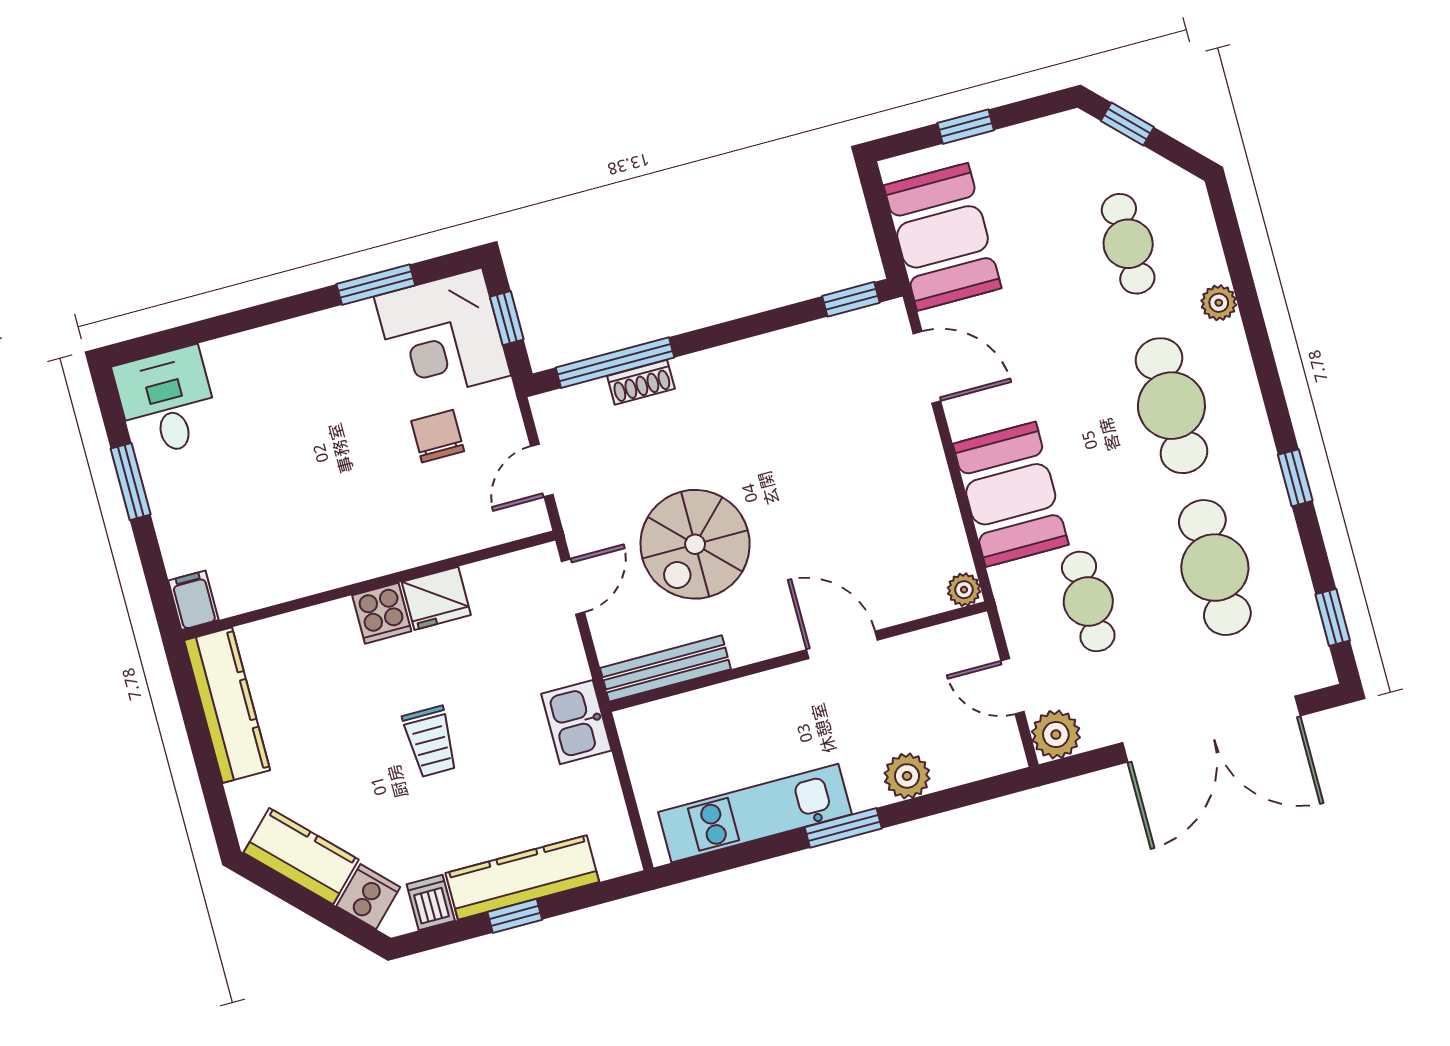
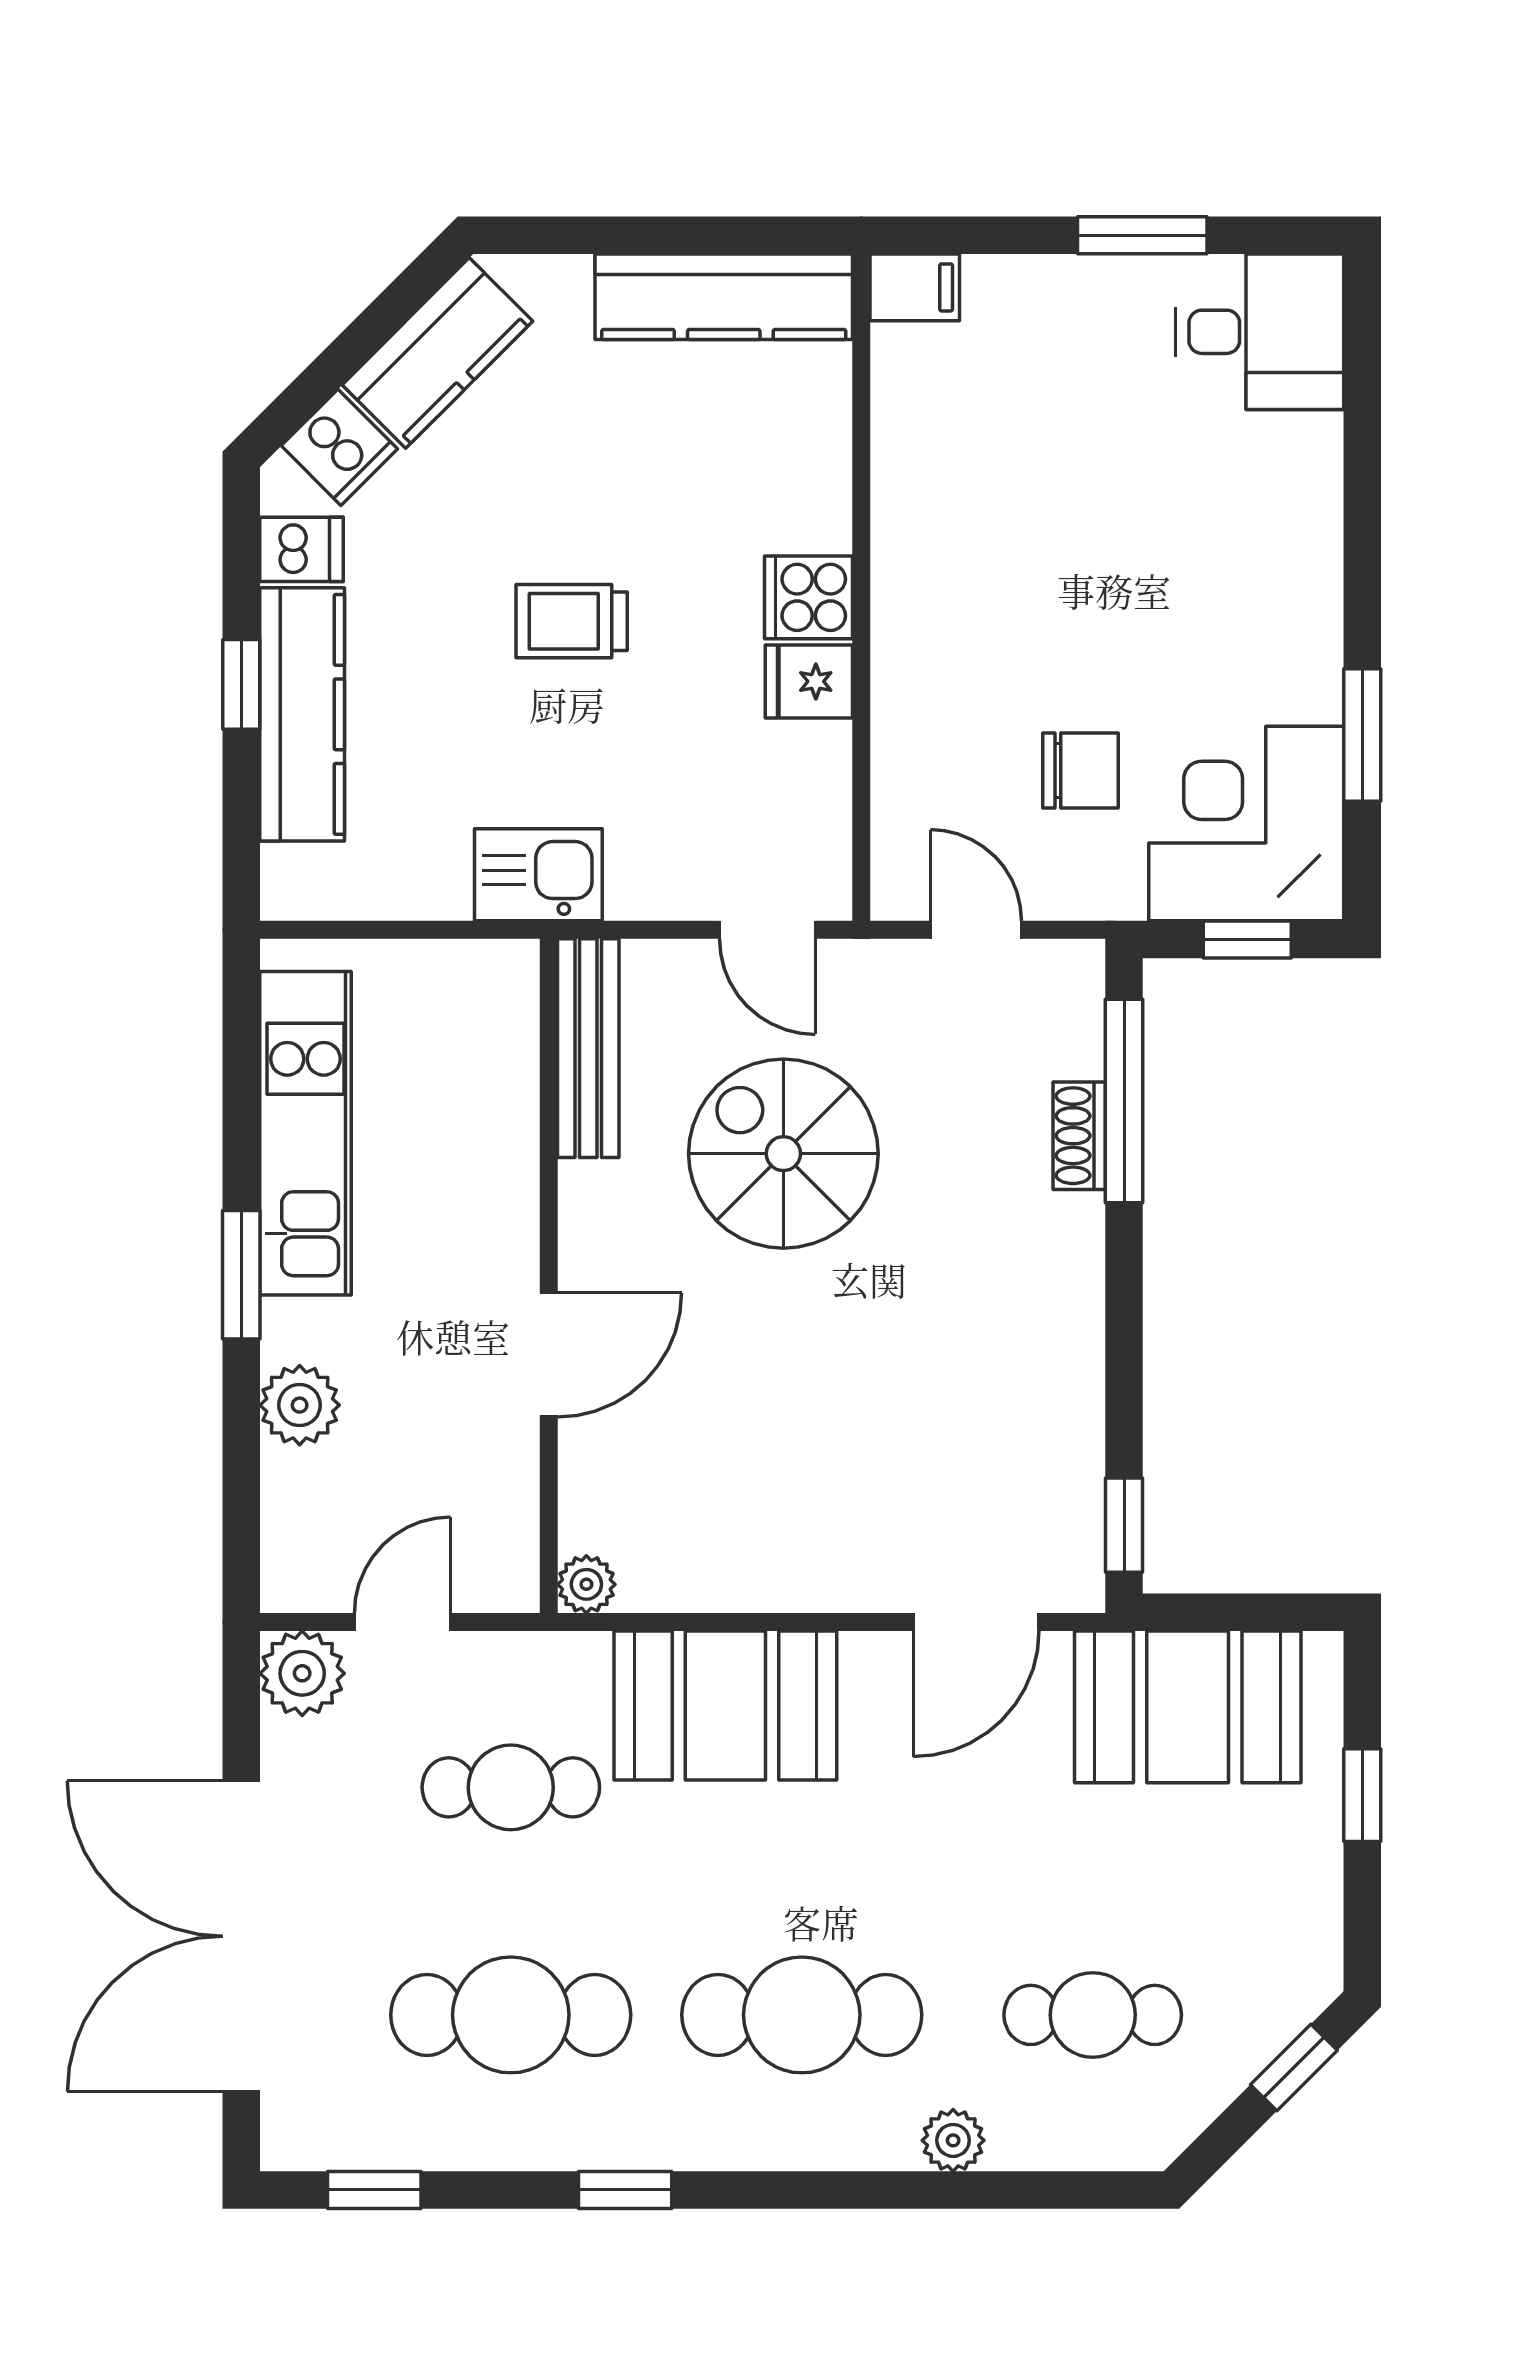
fridge: (436, 598) -> (809, 681), width x0.72

